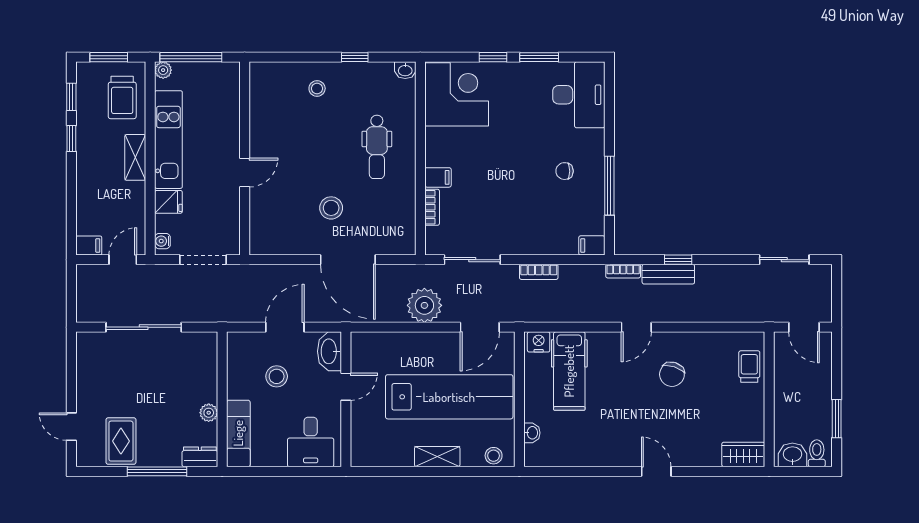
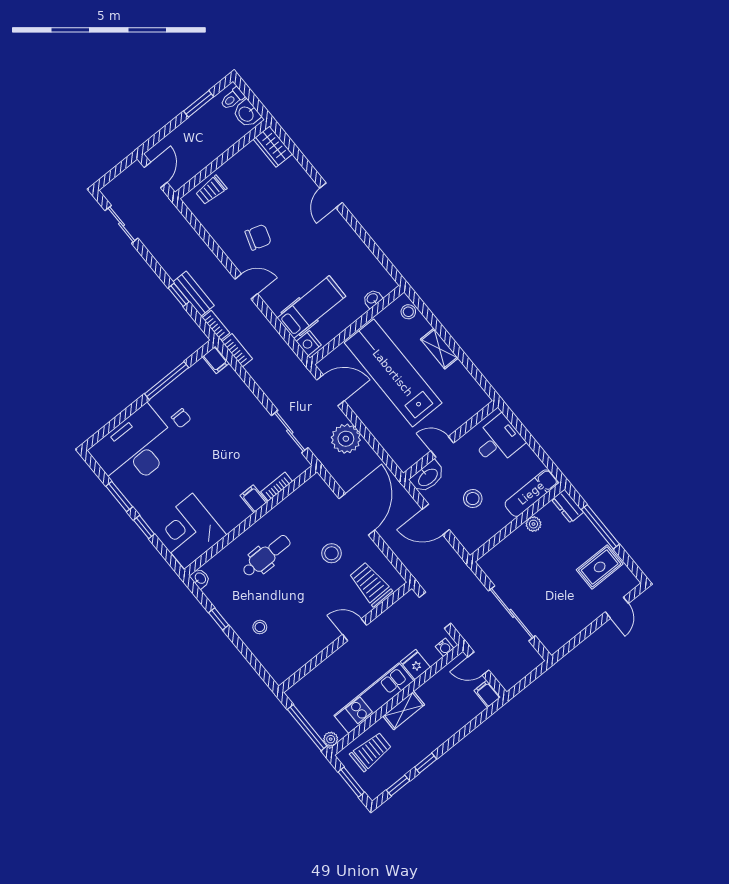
desk: (579, 95) -> (135, 449), width x1.36, depth x1.30
trolley: (274, 221) -> (370, 584), added
bookcase: (539, 272) -> (237, 350), moved

